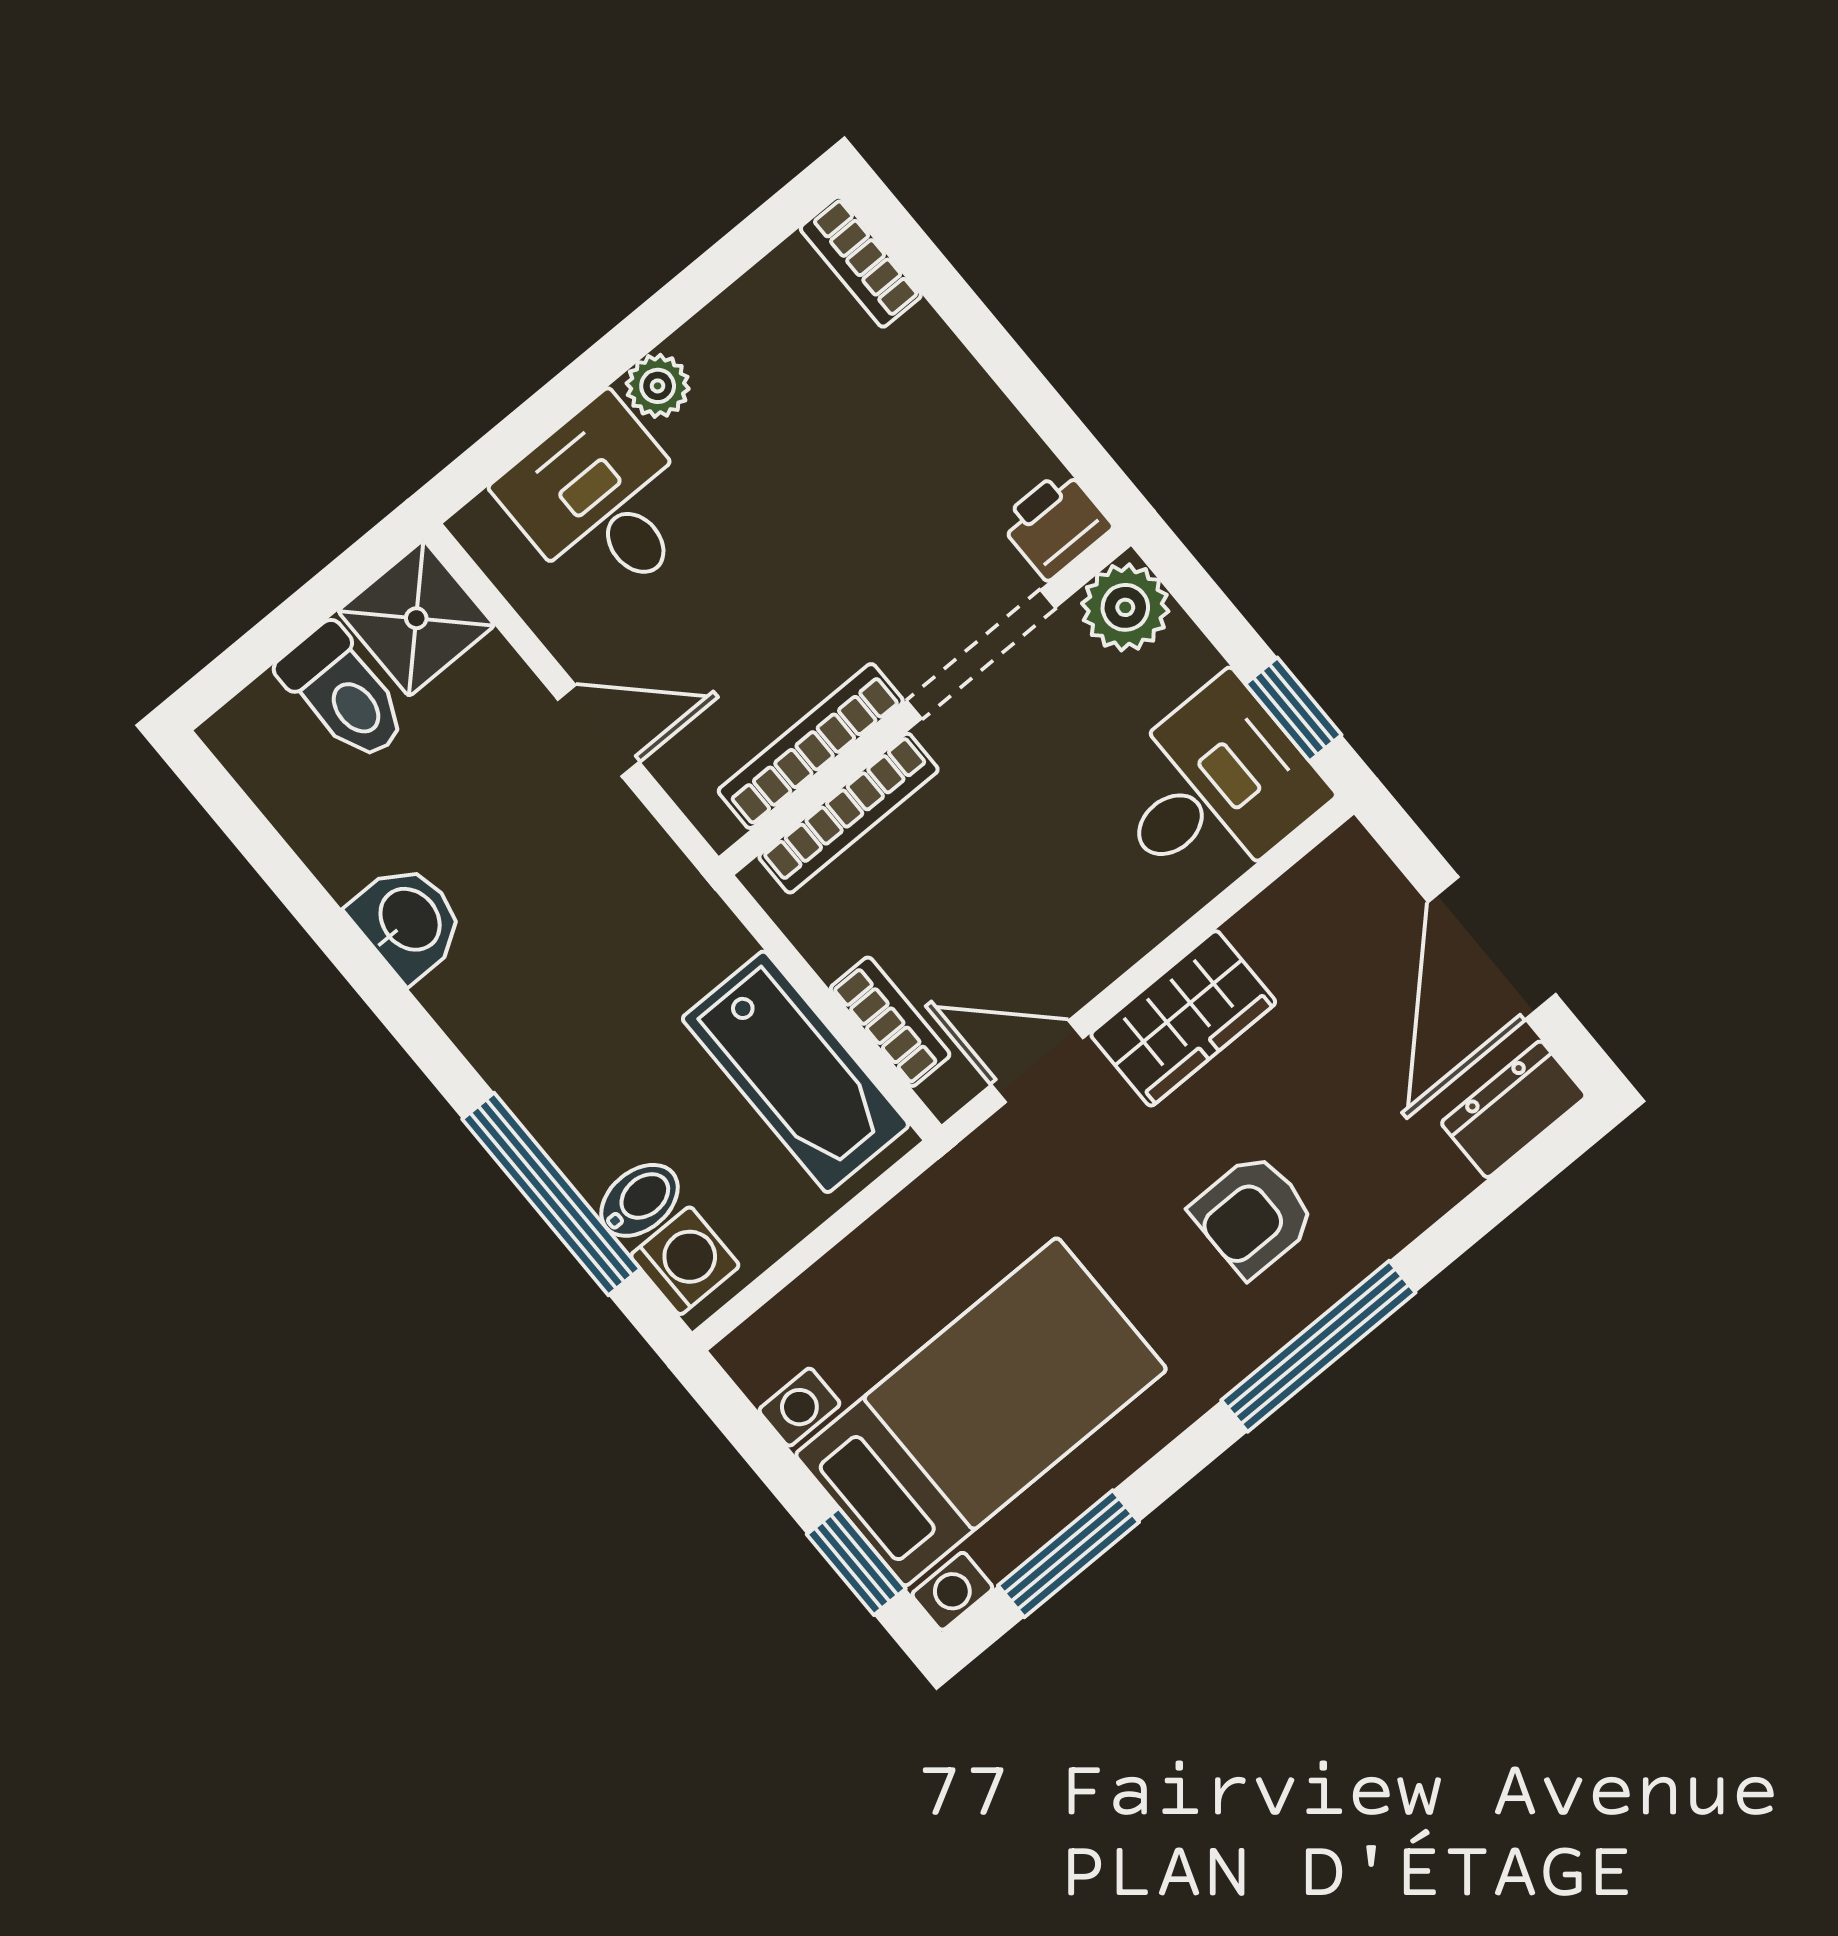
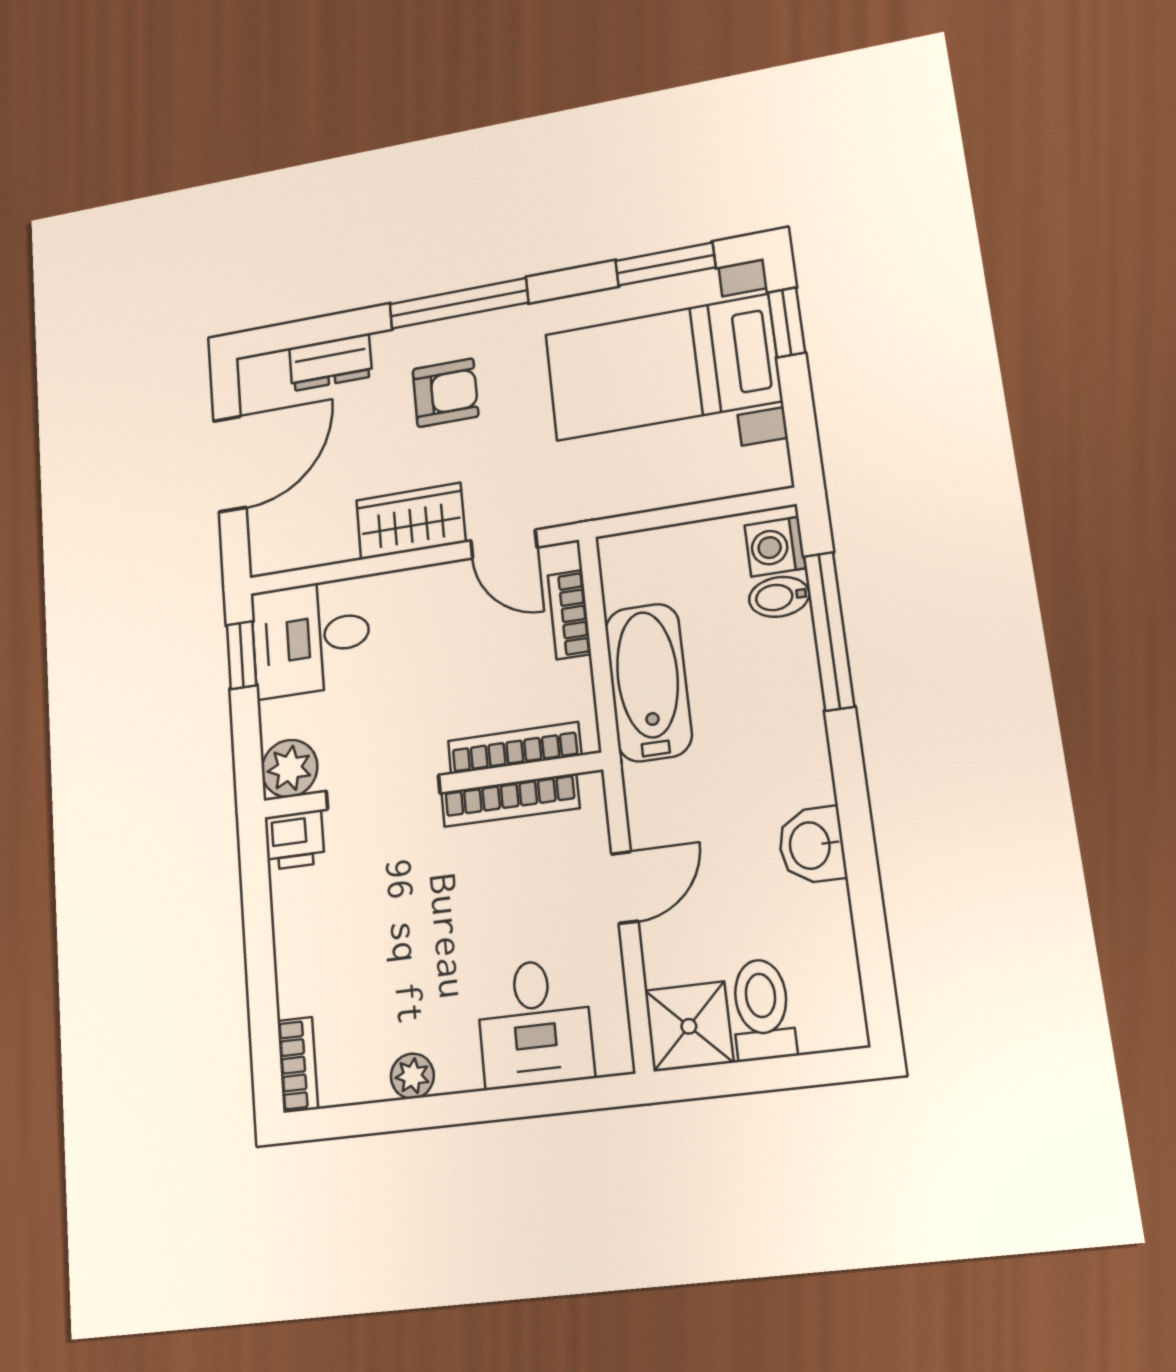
plant: (658, 386) -> (412, 1076), moved
door: (598, 731) -> (625, 887), swing flipped
bathtub: (795, 1072) -> (648, 682), moved
dresser: (1514, 1109) -> (331, 362), moved

